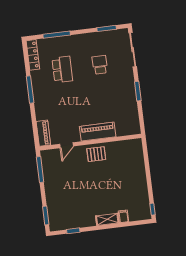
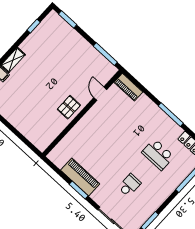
school desk: (100, 65) -> (130, 185), turned -90
piano: (98, 132) -> (80, 177), moved, turned -90

